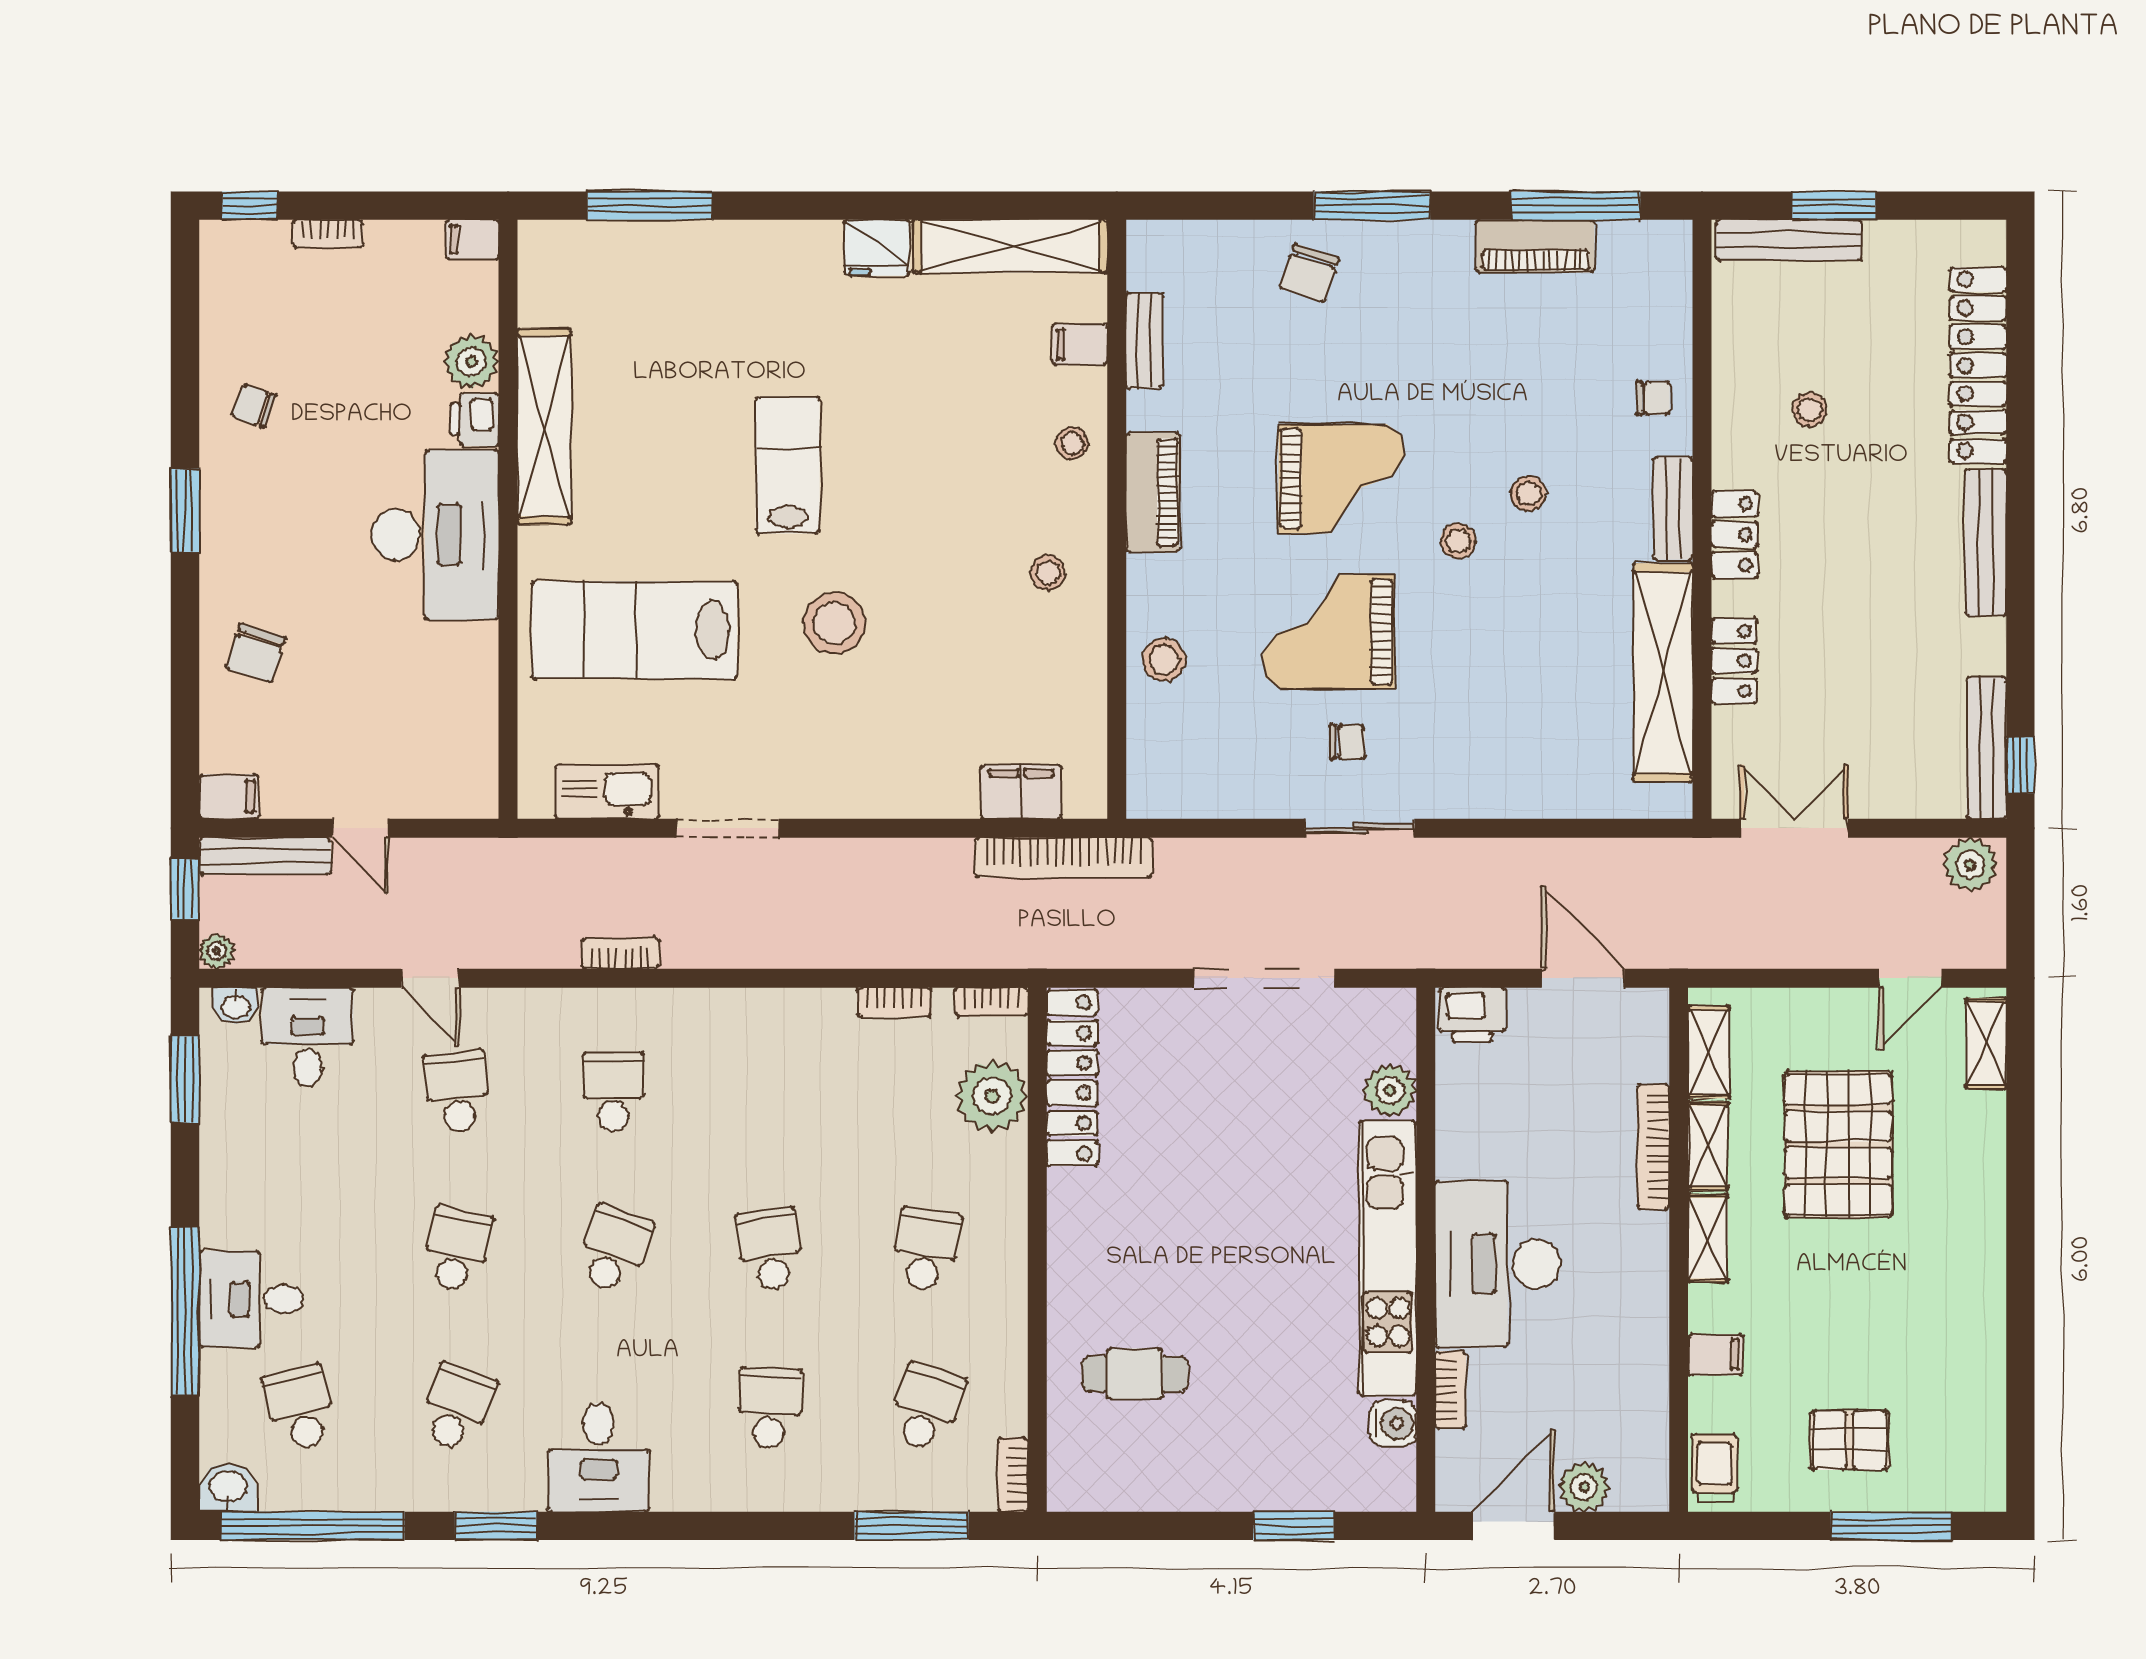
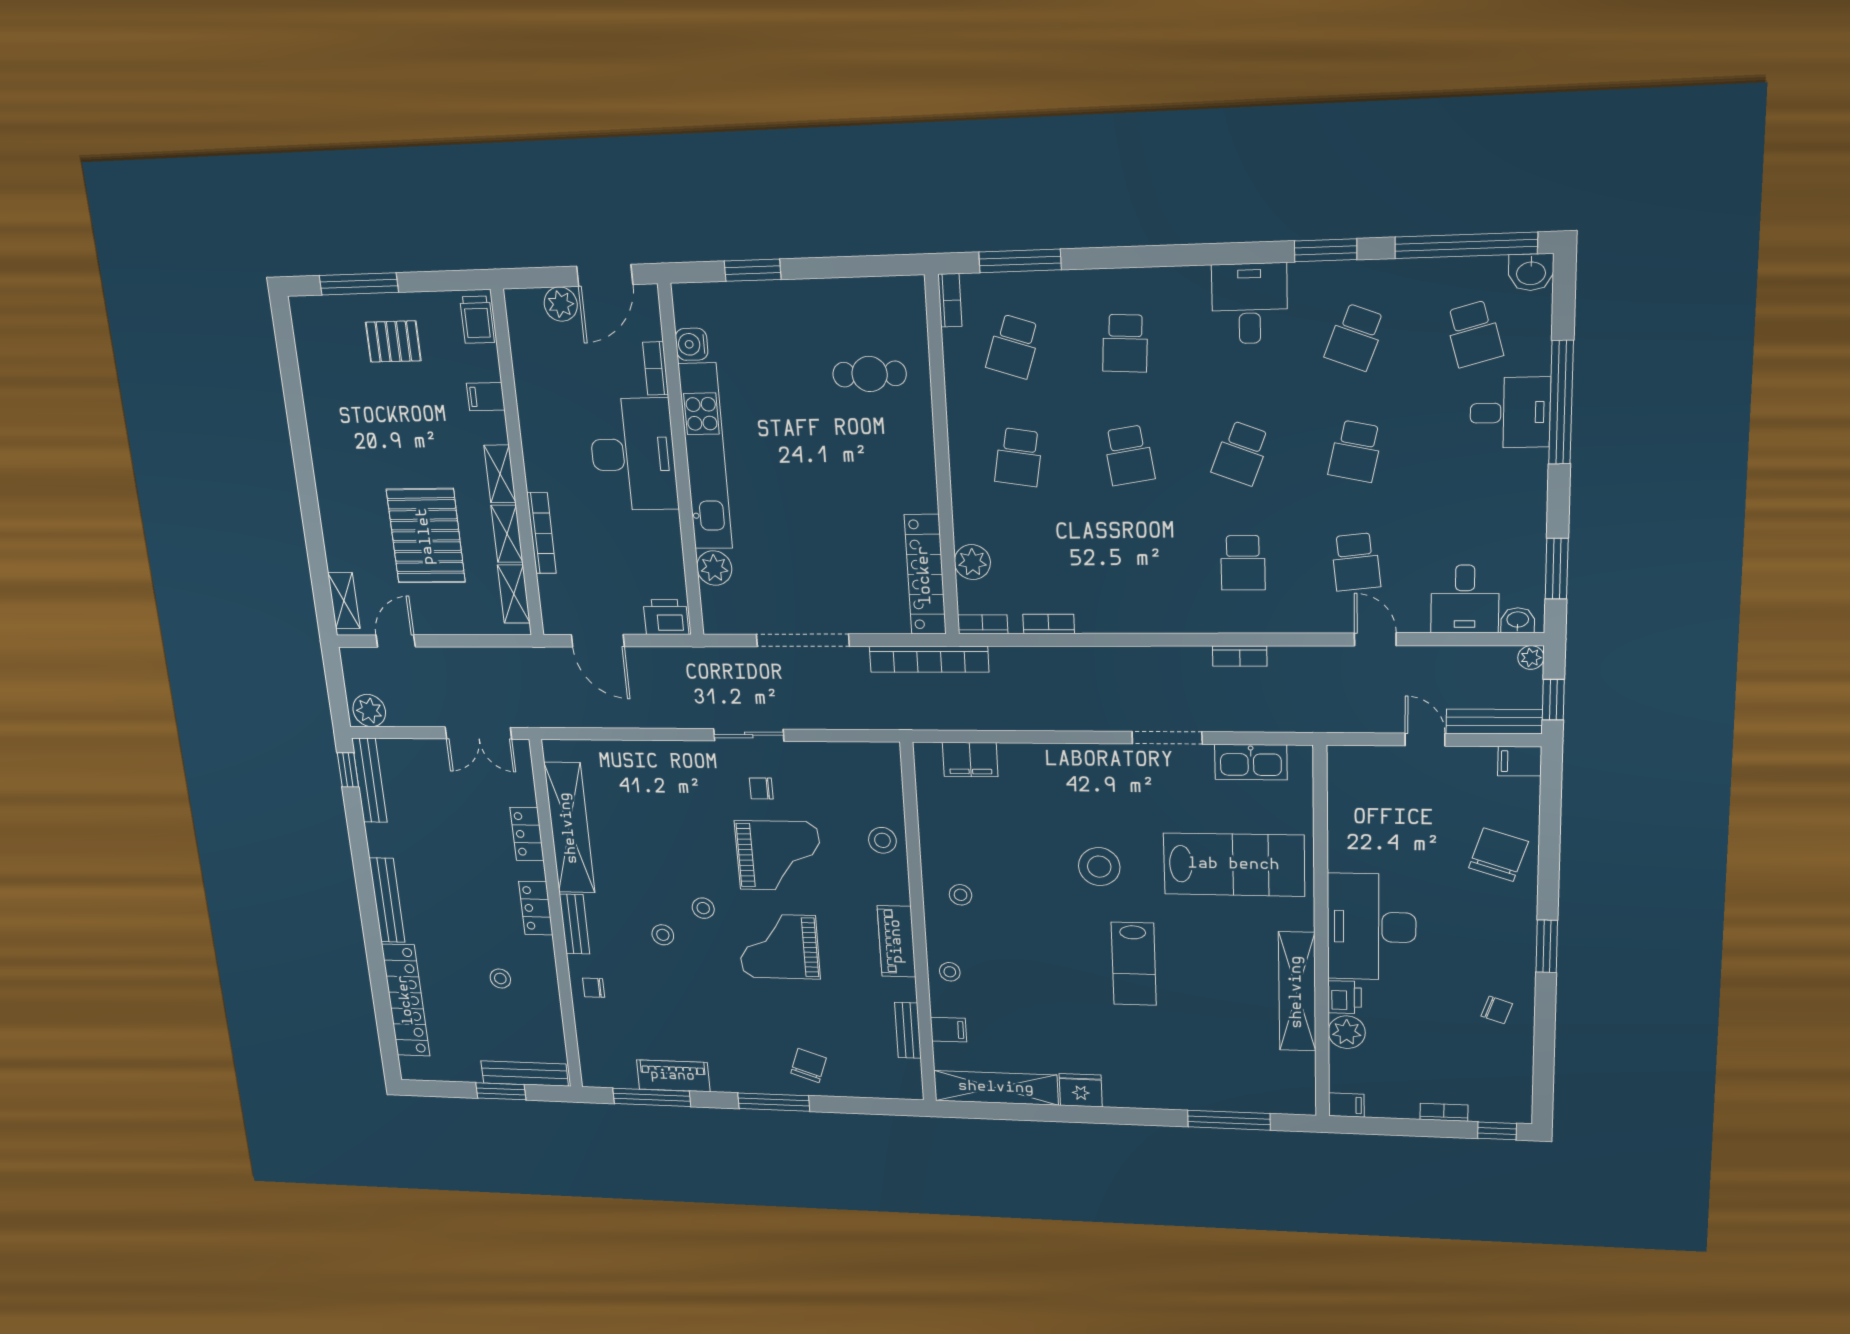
chair: (256, 653) -> (1498, 855), width x1.37, depth x1.37
bookcase: (1064, 858) -> (929, 659), moved, turned 180
plant: (992, 1096) -> (972, 562), width x0.73, depth x0.73

